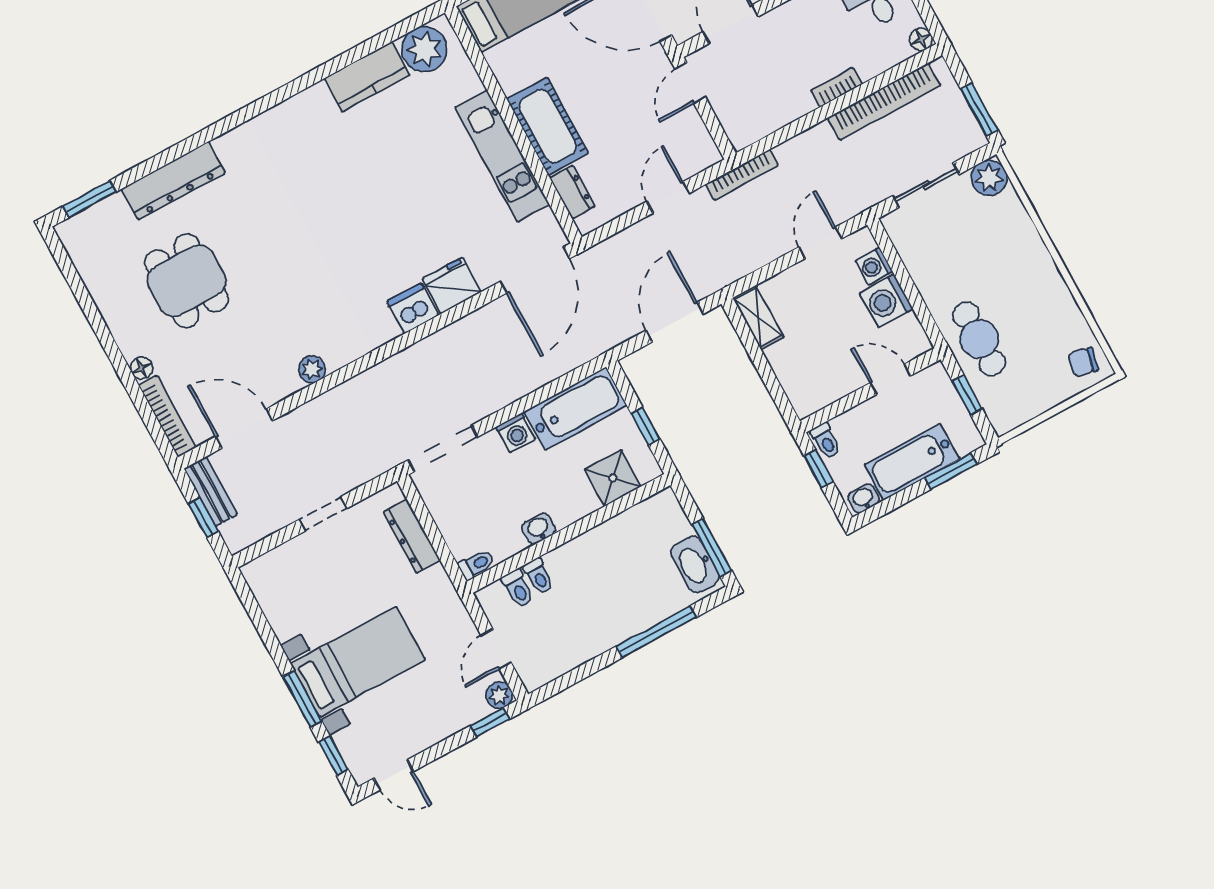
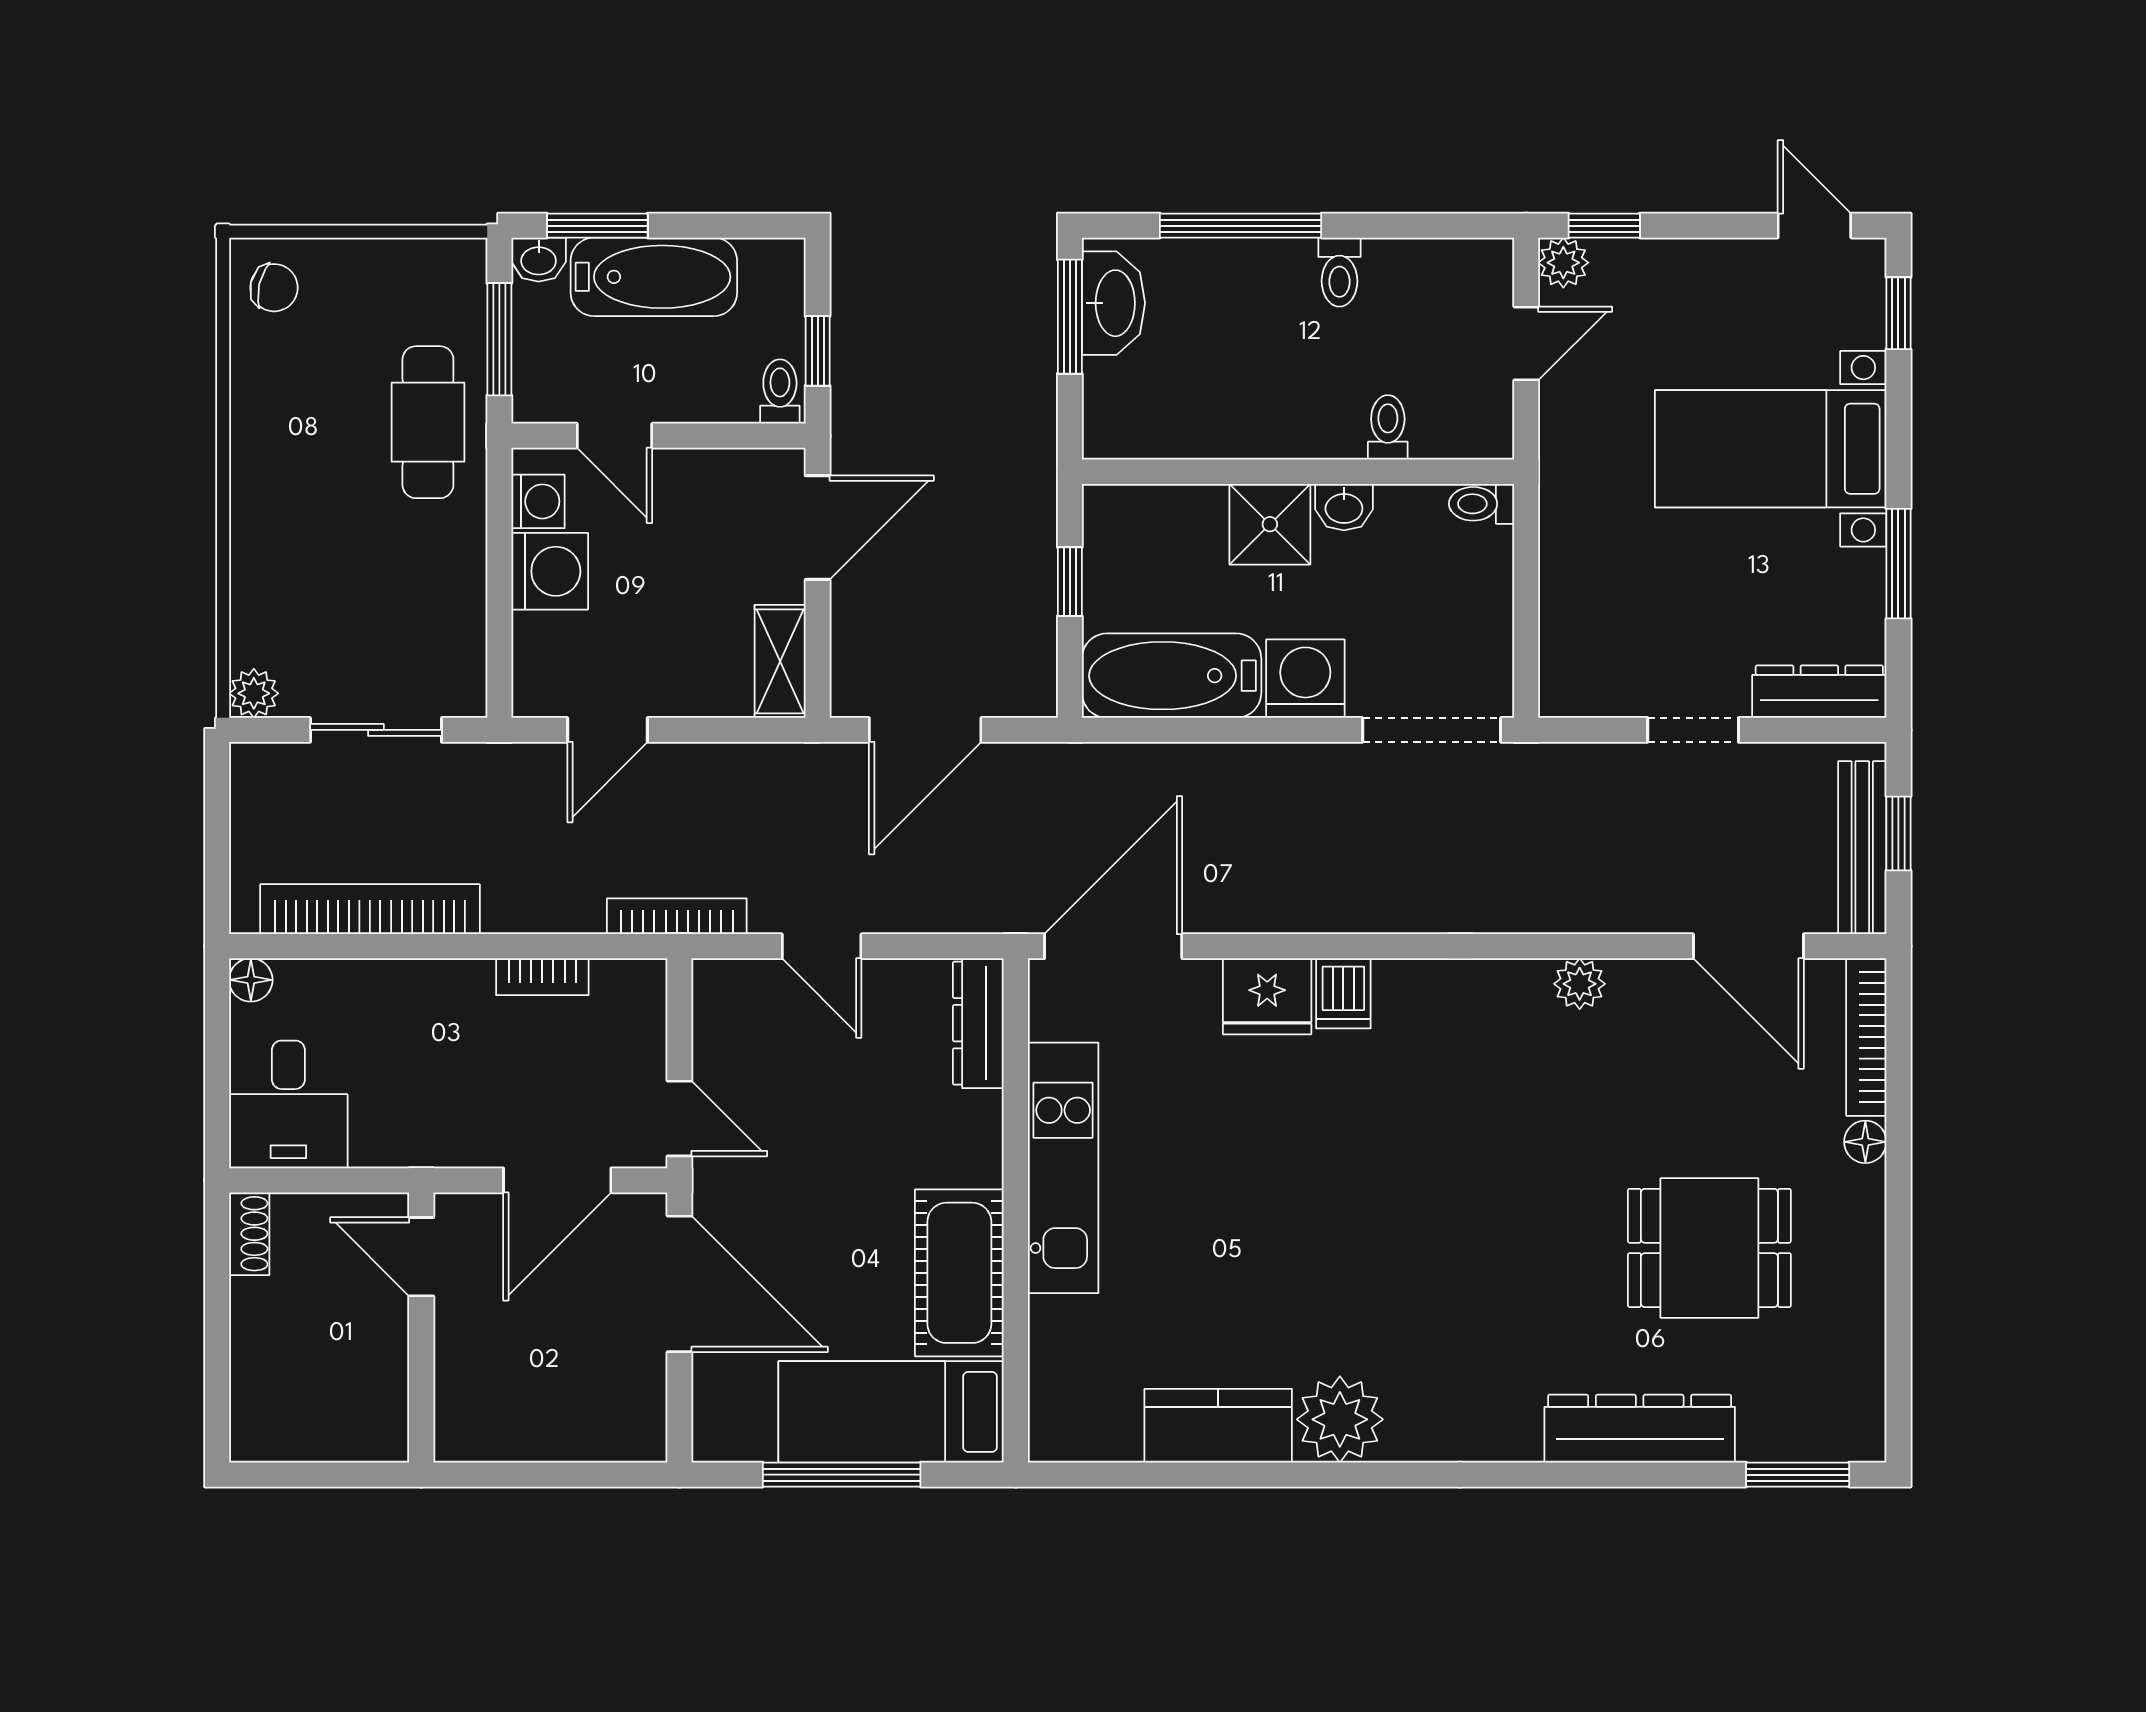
plant: (424, 49) -> (1340, 1419), moved
door: (690, 83) -> (679, 1118), hinge flipped
bookcase: (837, 87) -> (542, 977), moved
window: (979, 109) -> (217, 808), removed
cot: (548, 126) -> (959, 1273), moved
plant: (989, 178) -> (254, 693), width x0.73, depth x0.73
dresser: (572, 192) -> (978, 1023), width x1.44
door: (668, 197) -> (822, 946), hinge flipped
washing machine: (874, 266) -> (538, 501), moved
dining table: (187, 281) -> (1709, 1248), turned 90
dishwasher: (413, 309) -> (1343, 993), width x0.73
door: (774, 388) -> (818, 528), added
window: (967, 395) -> (499, 339), width x1.50
washing machine: (516, 433) -> (1305, 679), width x1.38, depth x1.38
shower: (613, 478) -> (1270, 524), moved
bench: (211, 492) -> (1862, 848), width x1.36
washbasin: (863, 498) -> (539, 260), moved
dresser: (412, 536) -> (1819, 692), moved, turned -90
toilet: (518, 588) -> (1339, 272), moved, turned 180
window: (302, 699) -> (1898, 564), moved

